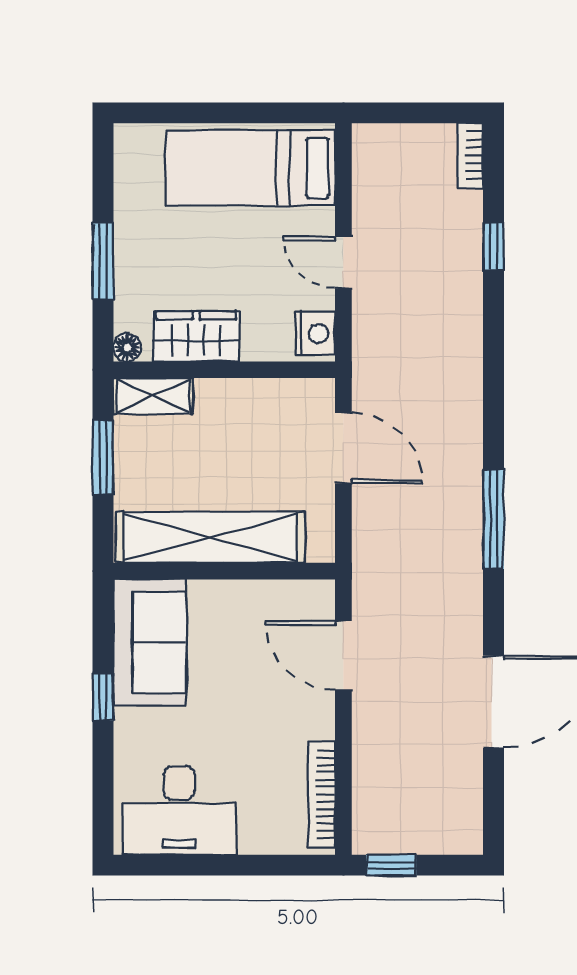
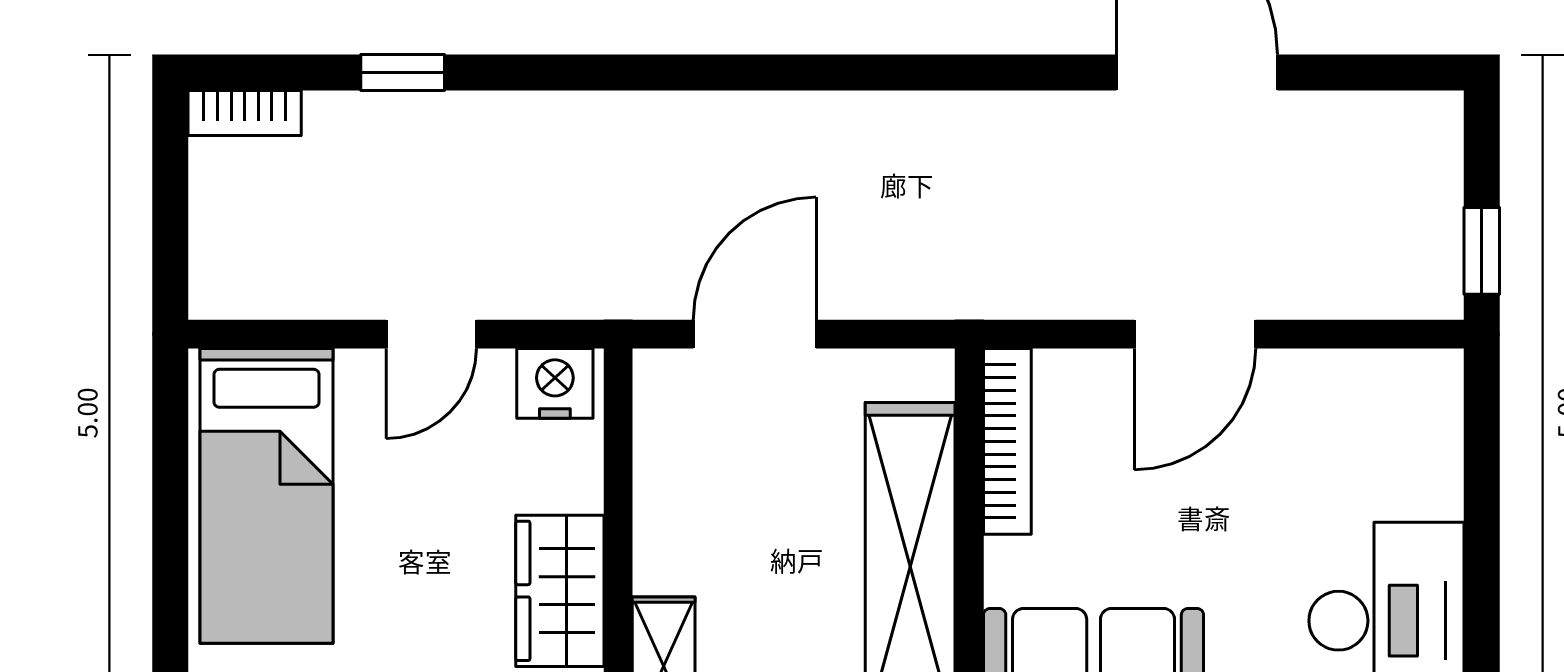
window: (494, 519) -> (879, 73), removed
door: (343, 656) -> (1195, 334), moved
bookcase: (322, 794) -> (1007, 441), moved, turned -90

